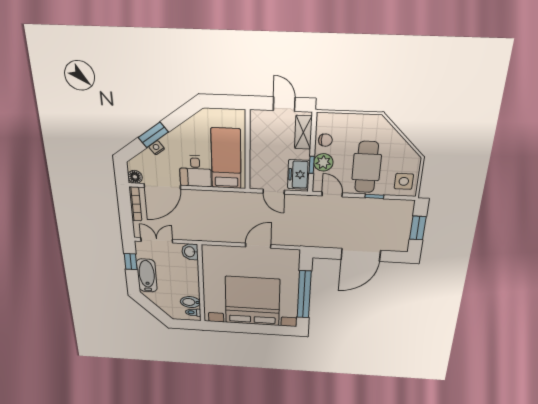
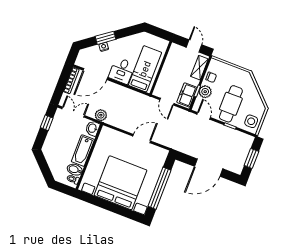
floor lamp: (135, 177) -> (80, 62), removed
plant: (193, 234) -> (101, 115), added
bathtub: (147, 275) -> (83, 151), moved, turned 180

